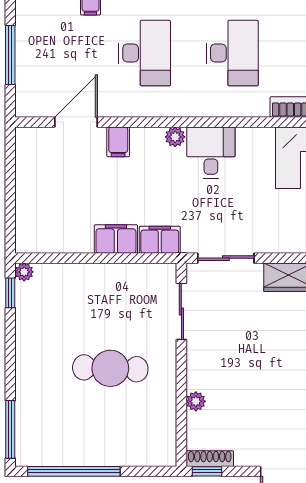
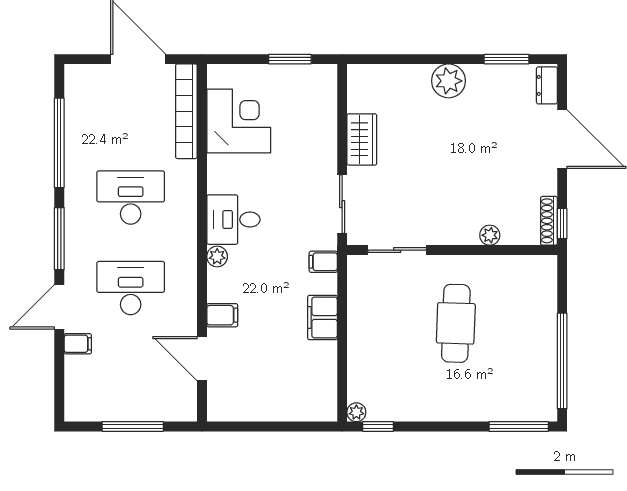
filing cabinet: (160, 240) -> (323, 262), width x0.50

